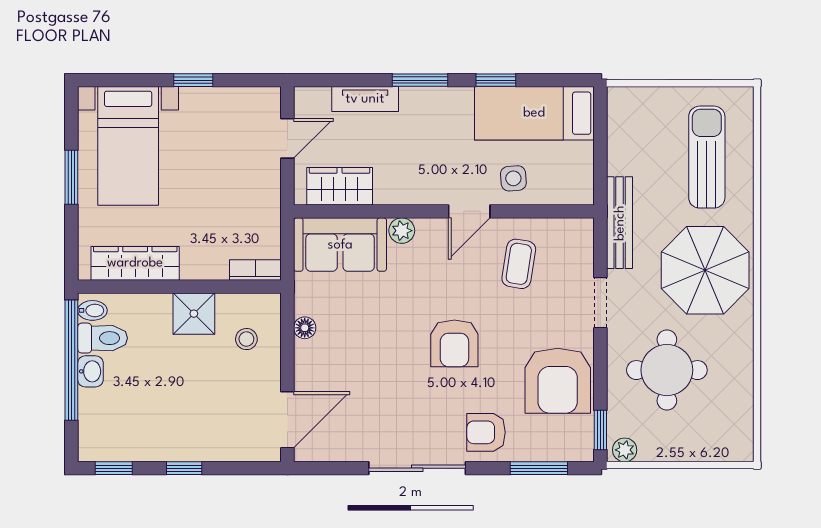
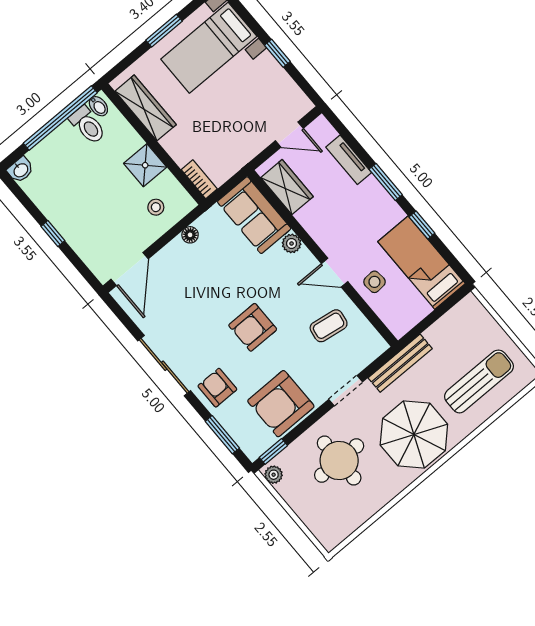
washbasin: (90, 371) -> (21, 170), moved
door: (287, 420) -> (130, 269), hinge flipped
window: (114, 468) -> (19, 194), removed

